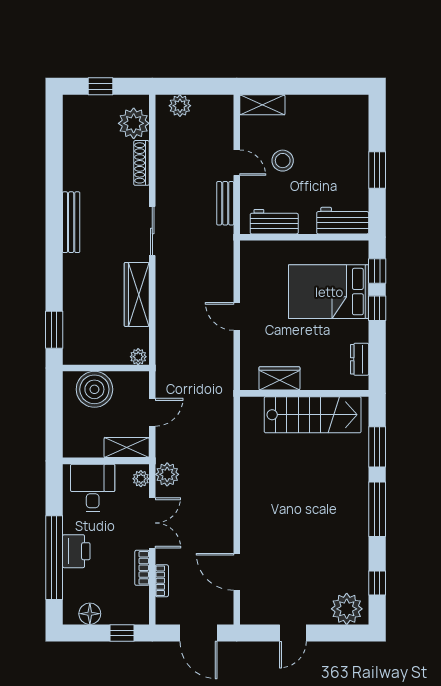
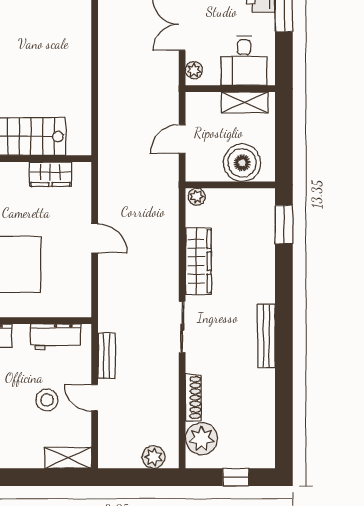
shelving: (127, 448) -> (245, 102), moved
plant: (167, 474) -> (167, 75), removed

